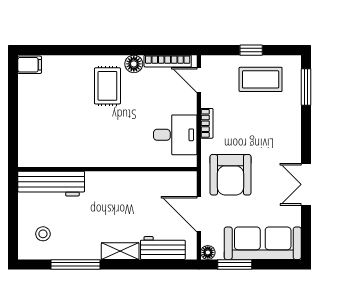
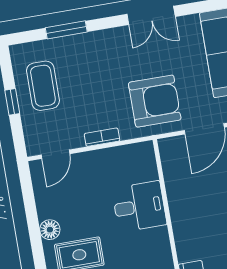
bookcase: (168, 61) -> (40, 193), removed
window: (306, 87) -> (66, 30), moved
desk: (175, 135) -> (139, 207), moved, turned 90

